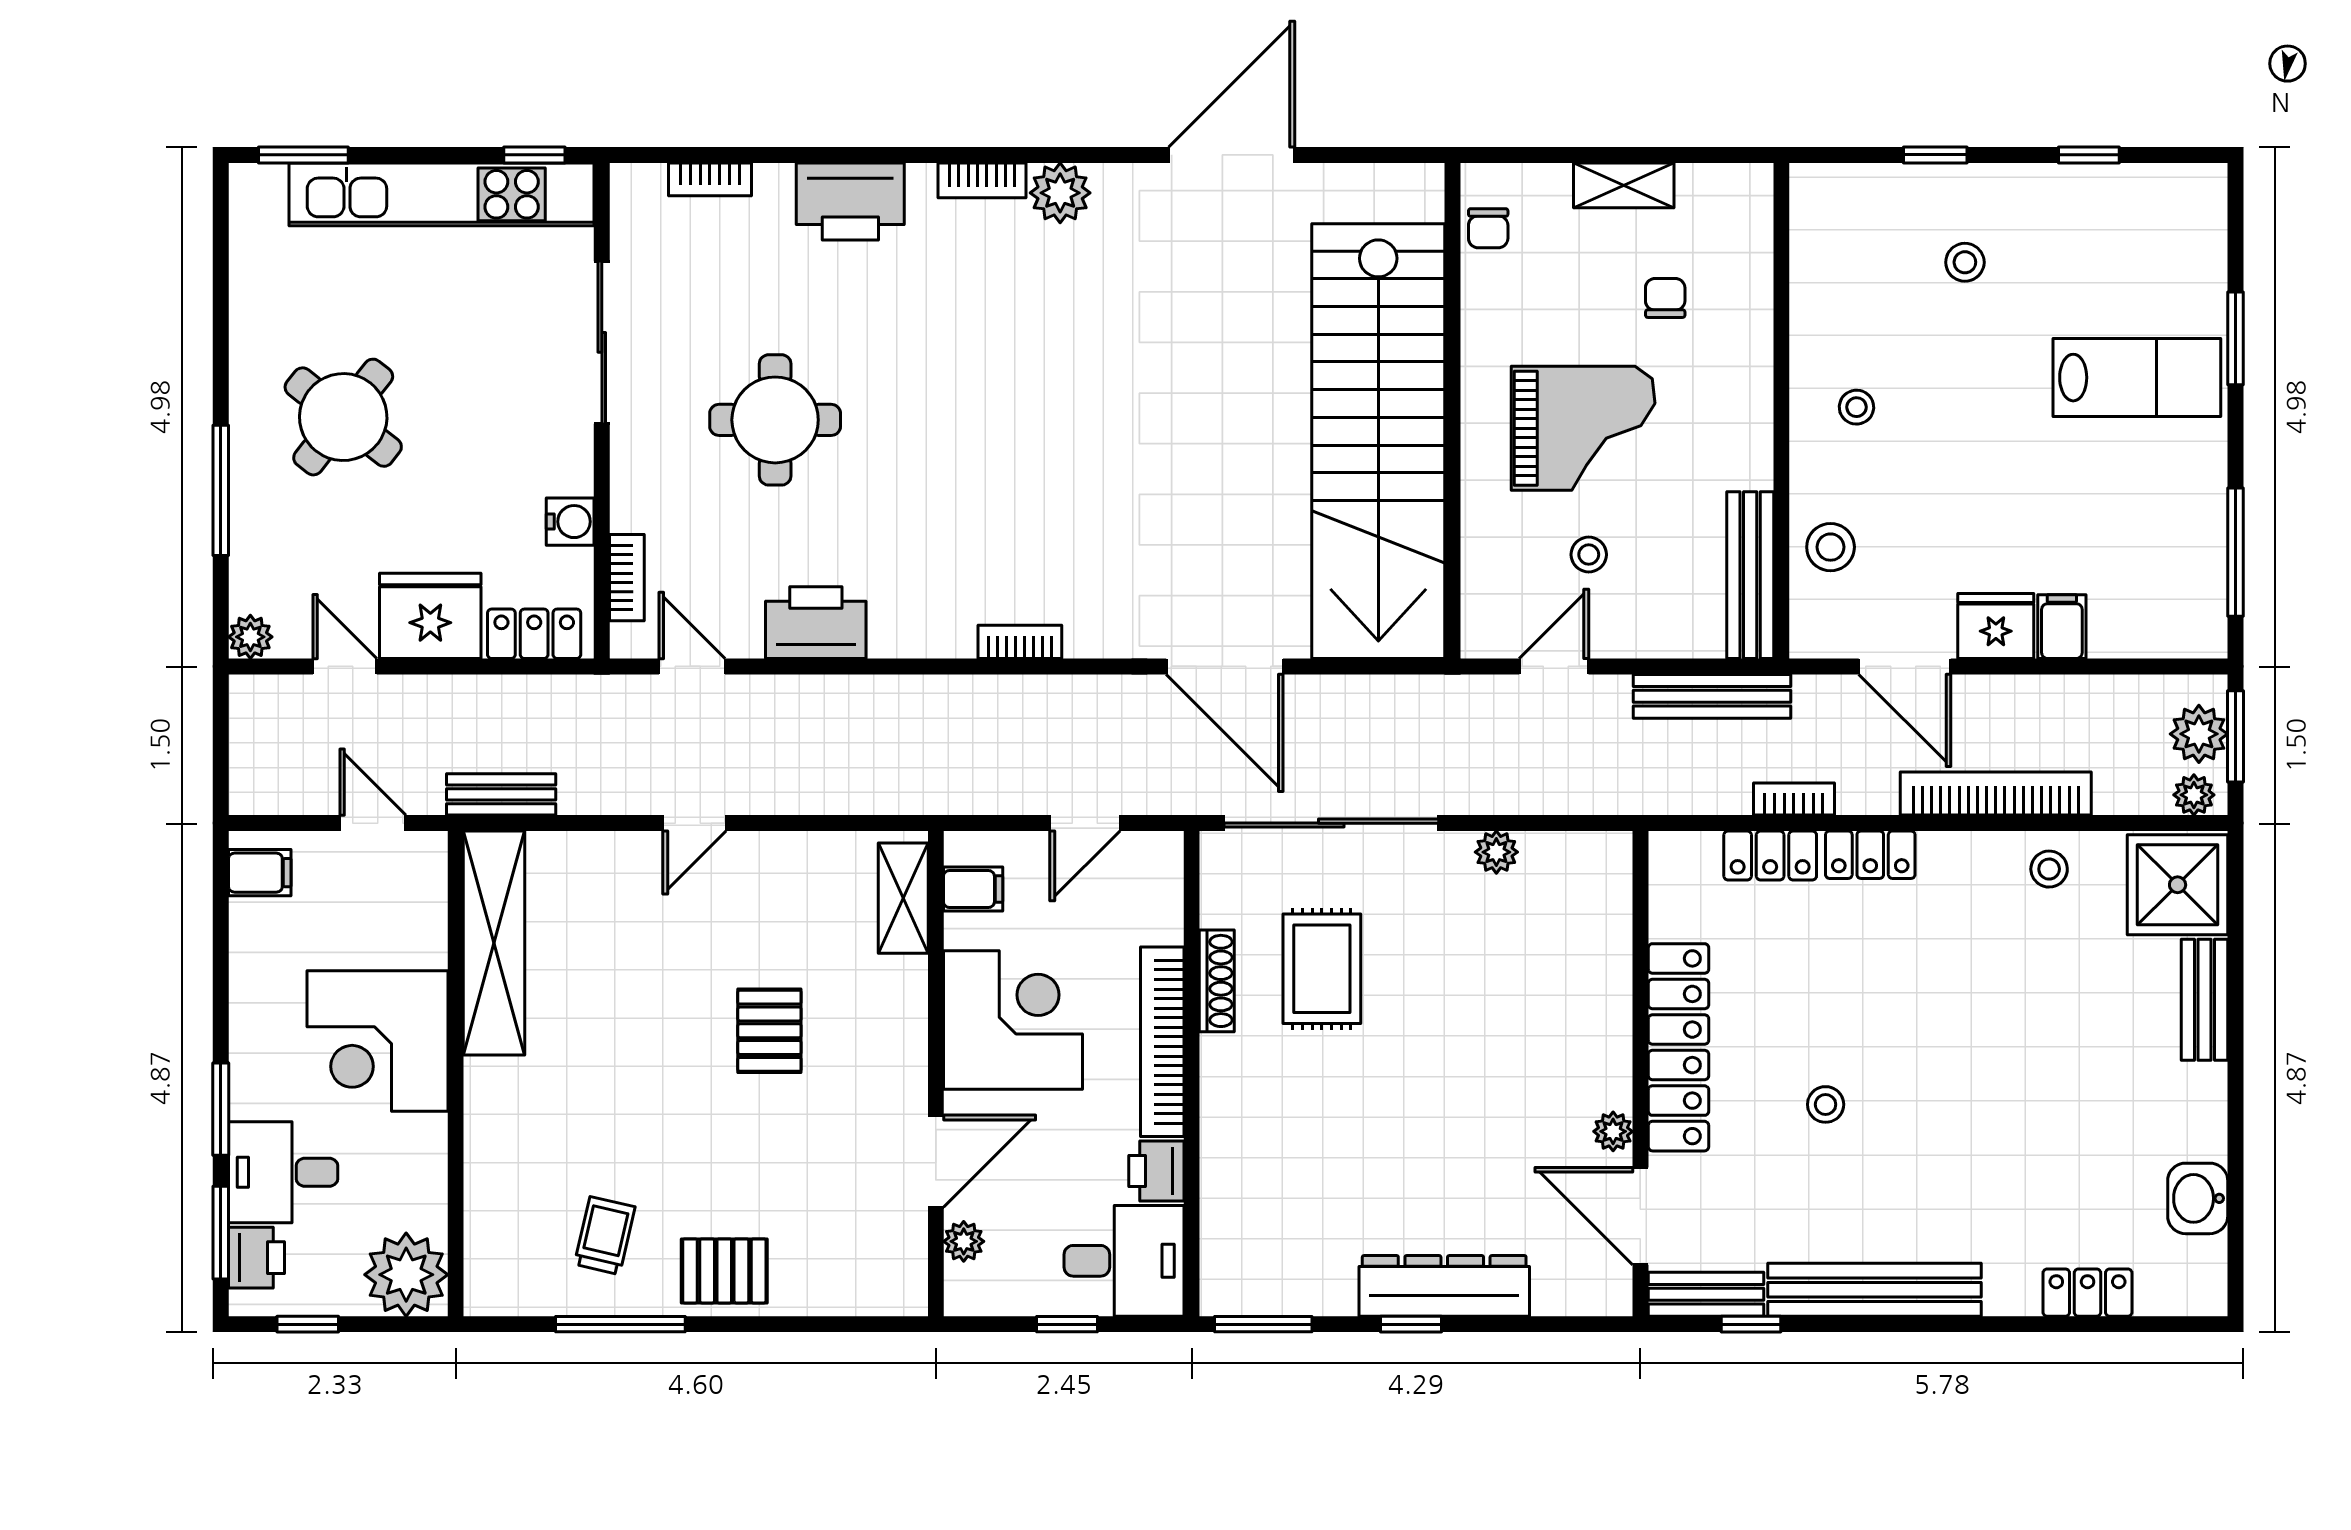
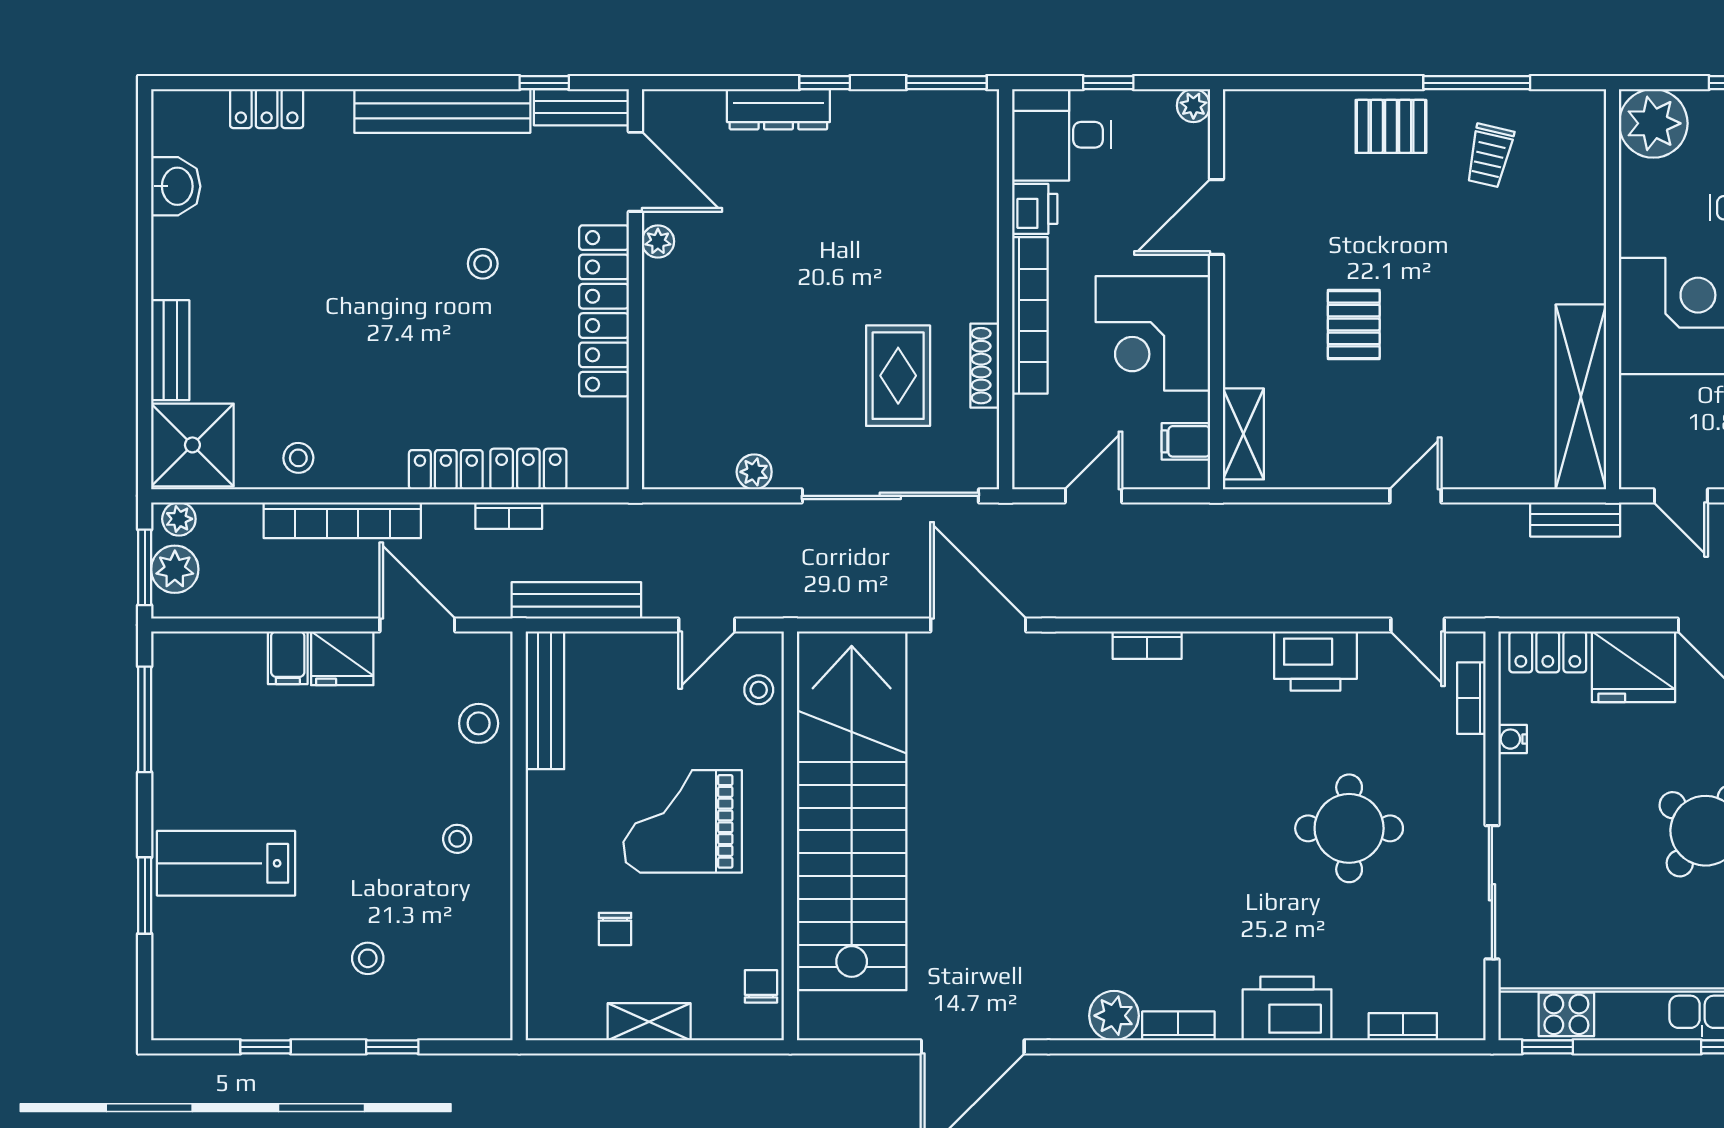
water cooler: (570, 522) -> (1513, 739), width x0.72, depth x0.72
stool: (1589, 555) -> (759, 690), moved
plant: (964, 1241) -> (1193, 106), moved
dresser: (1444, 1286) -> (778, 109), width x0.73, depth x0.80

